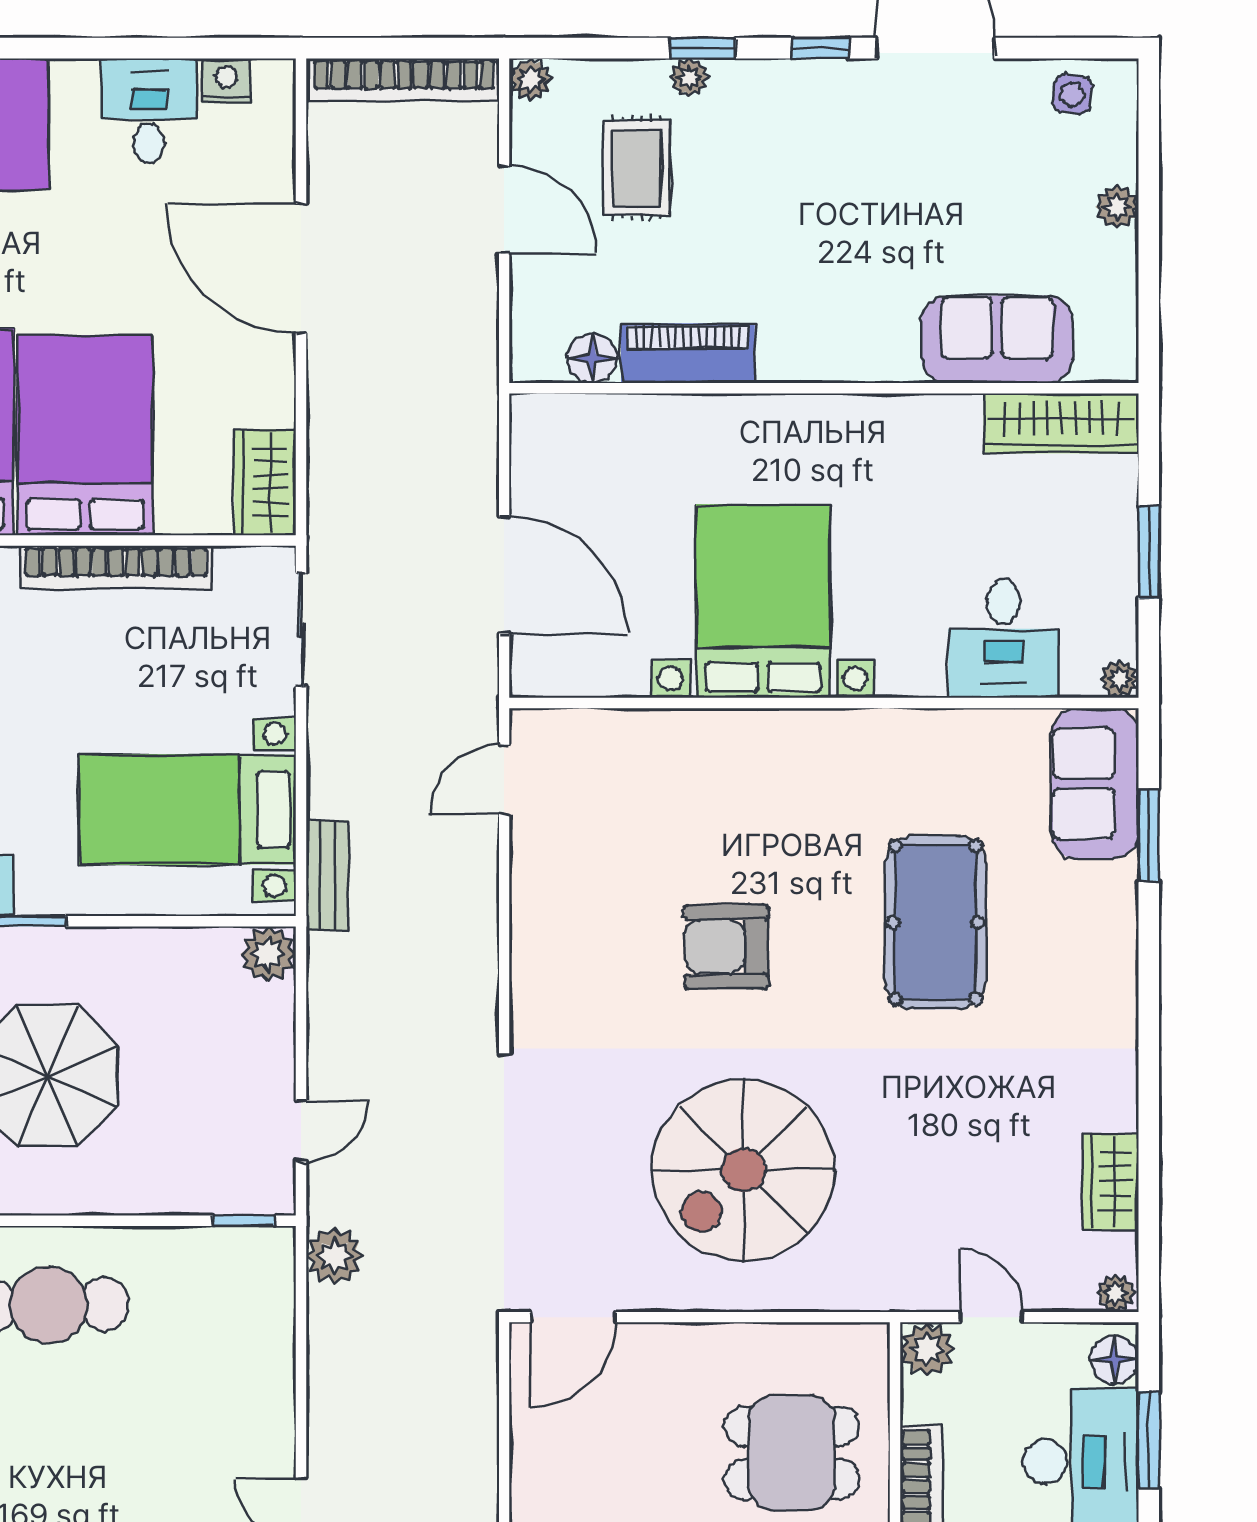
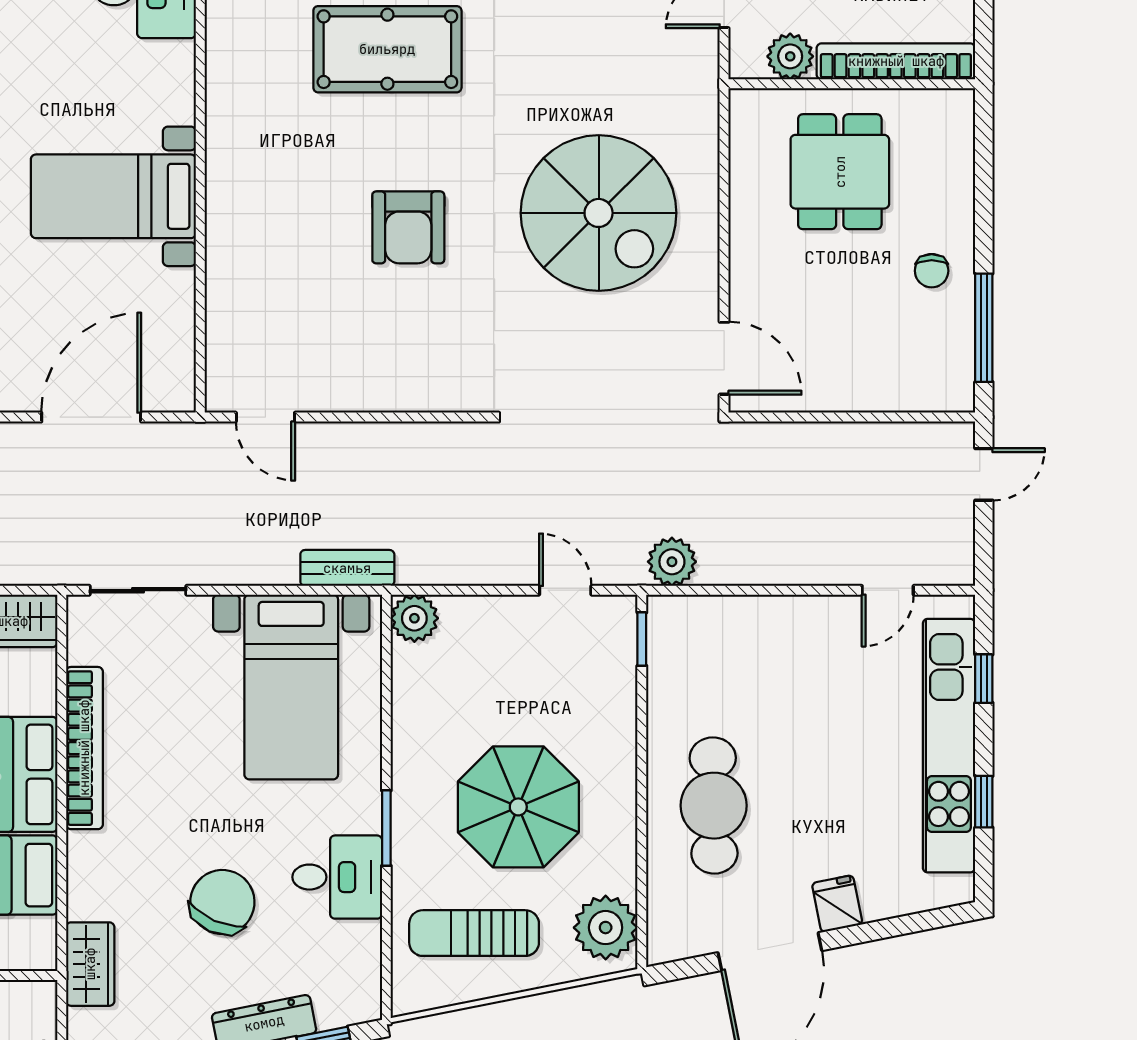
bed with nightstands: (763, 601) -> (113, 196), width x0.73
plant: (927, 1349) -> (790, 56), moved

